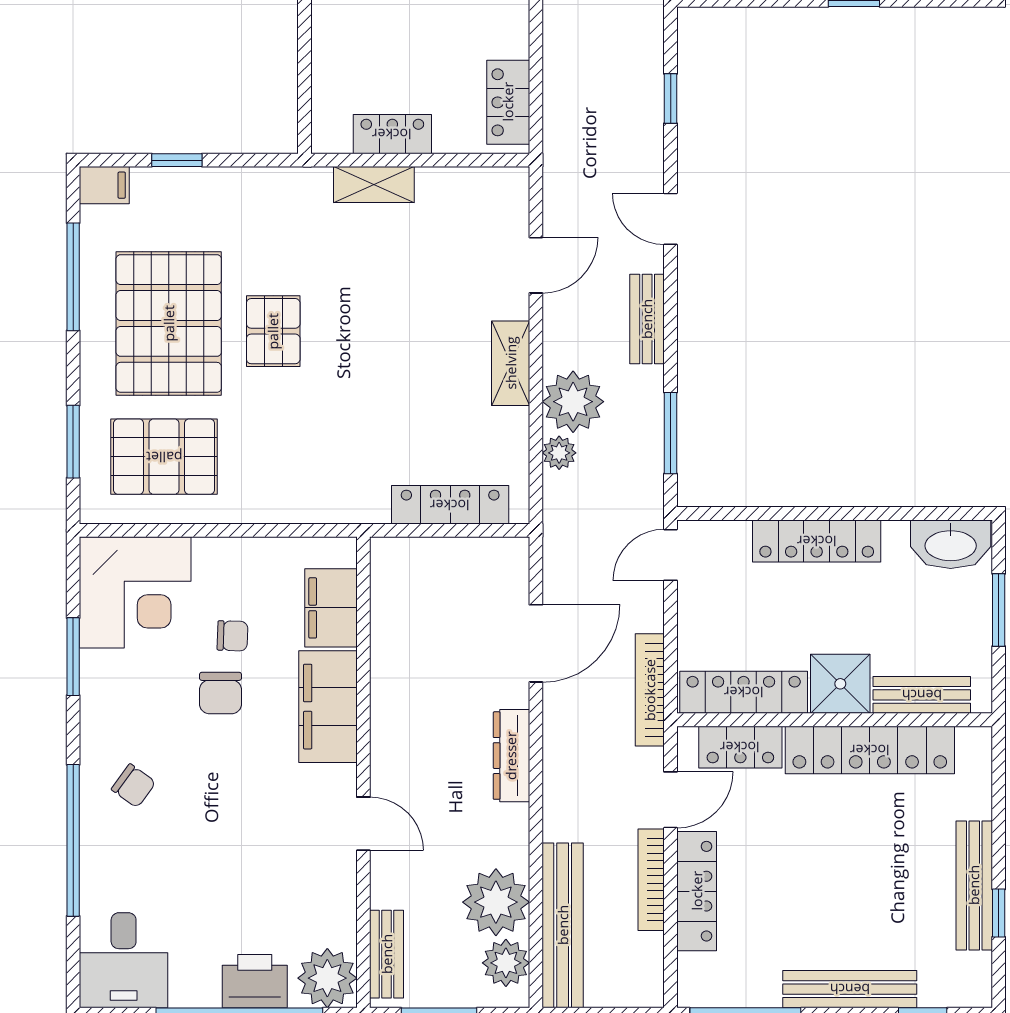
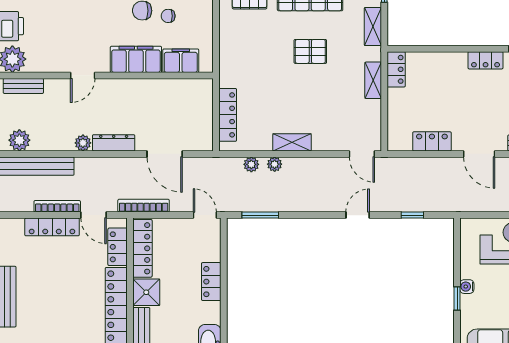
locker: (508, 102) -> (432, 141), moved
locker: (392, 134) -> (396, 69), moved
shelving: (256, 185) -> (373, 27), added
door: (536, 265) -> (362, 154), moved
bench: (647, 319) -> (312, 204), removed
pallet: (273, 331) -> (310, 51), moved
plant: (573, 402) -> (275, 164), width x0.53, depth x0.53
locker: (817, 541) -> (211, 282), width x0.66
chair: (232, 636) -> (168, 16), turned 88
plant: (496, 902) -> (83, 143), moved, width x0.53, depth x0.53

